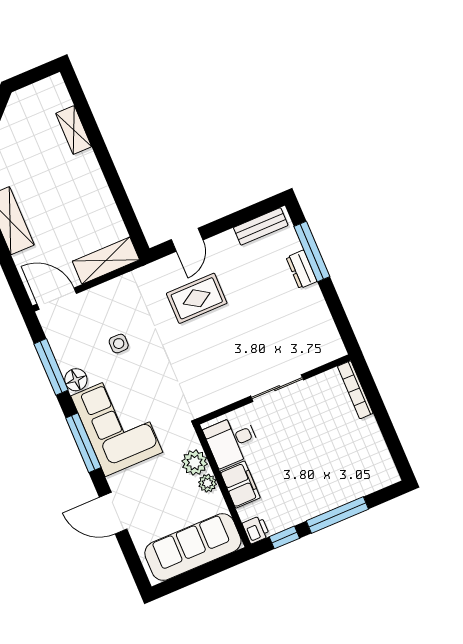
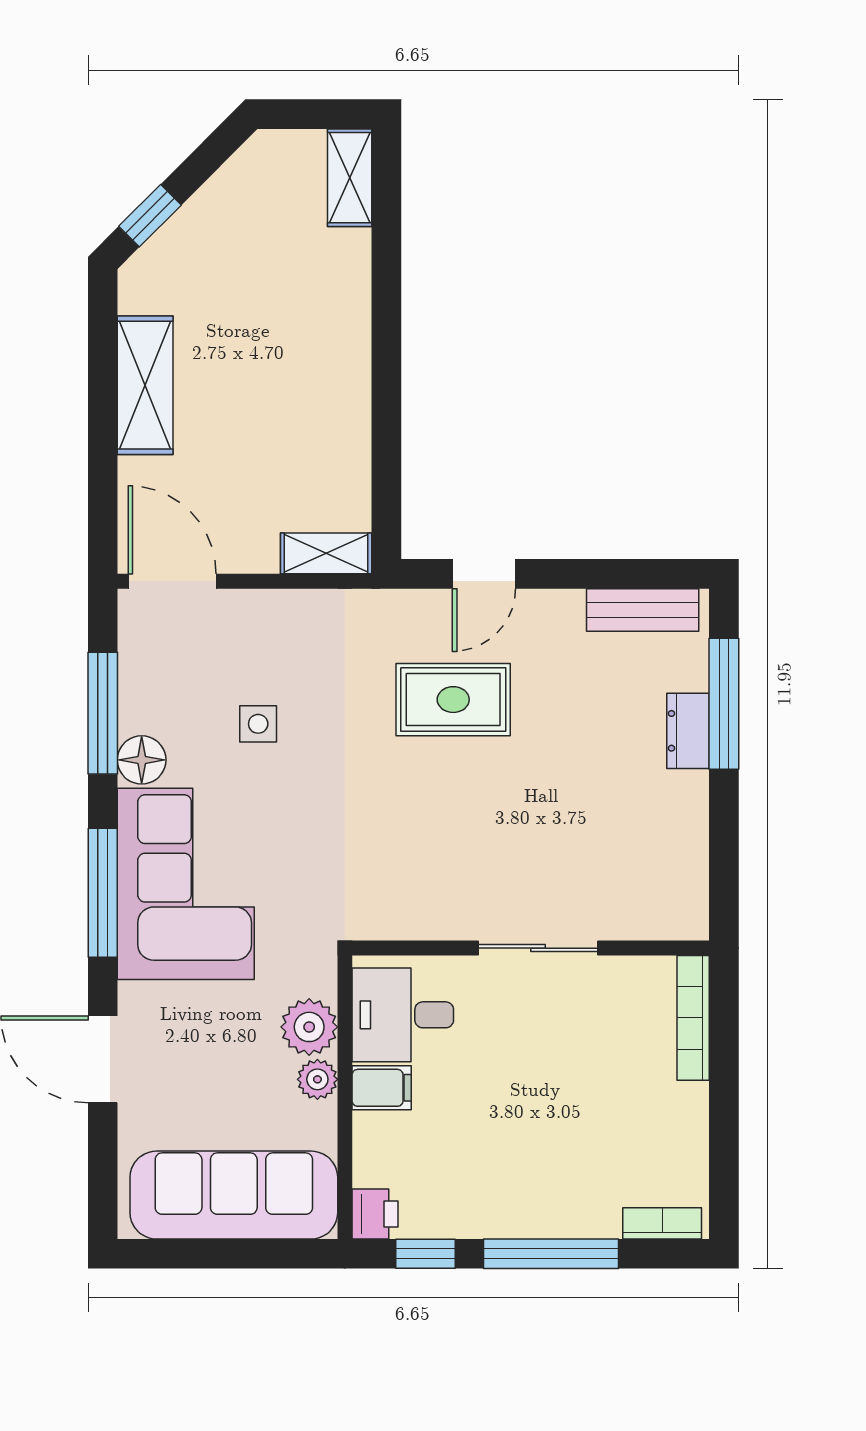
shelving: (74, 130) -> (350, 178), moved
shelving: (106, 261) -> (326, 553), width x0.67, depth x0.75
bookcase: (379, 482) -> (662, 1223), added
filing cabinet: (240, 485) -> (382, 1088), width x0.50

